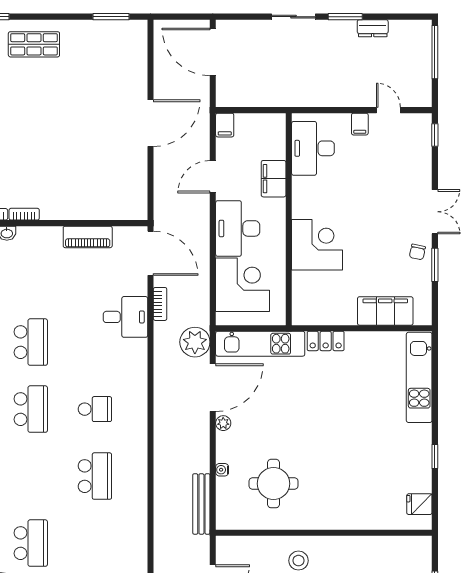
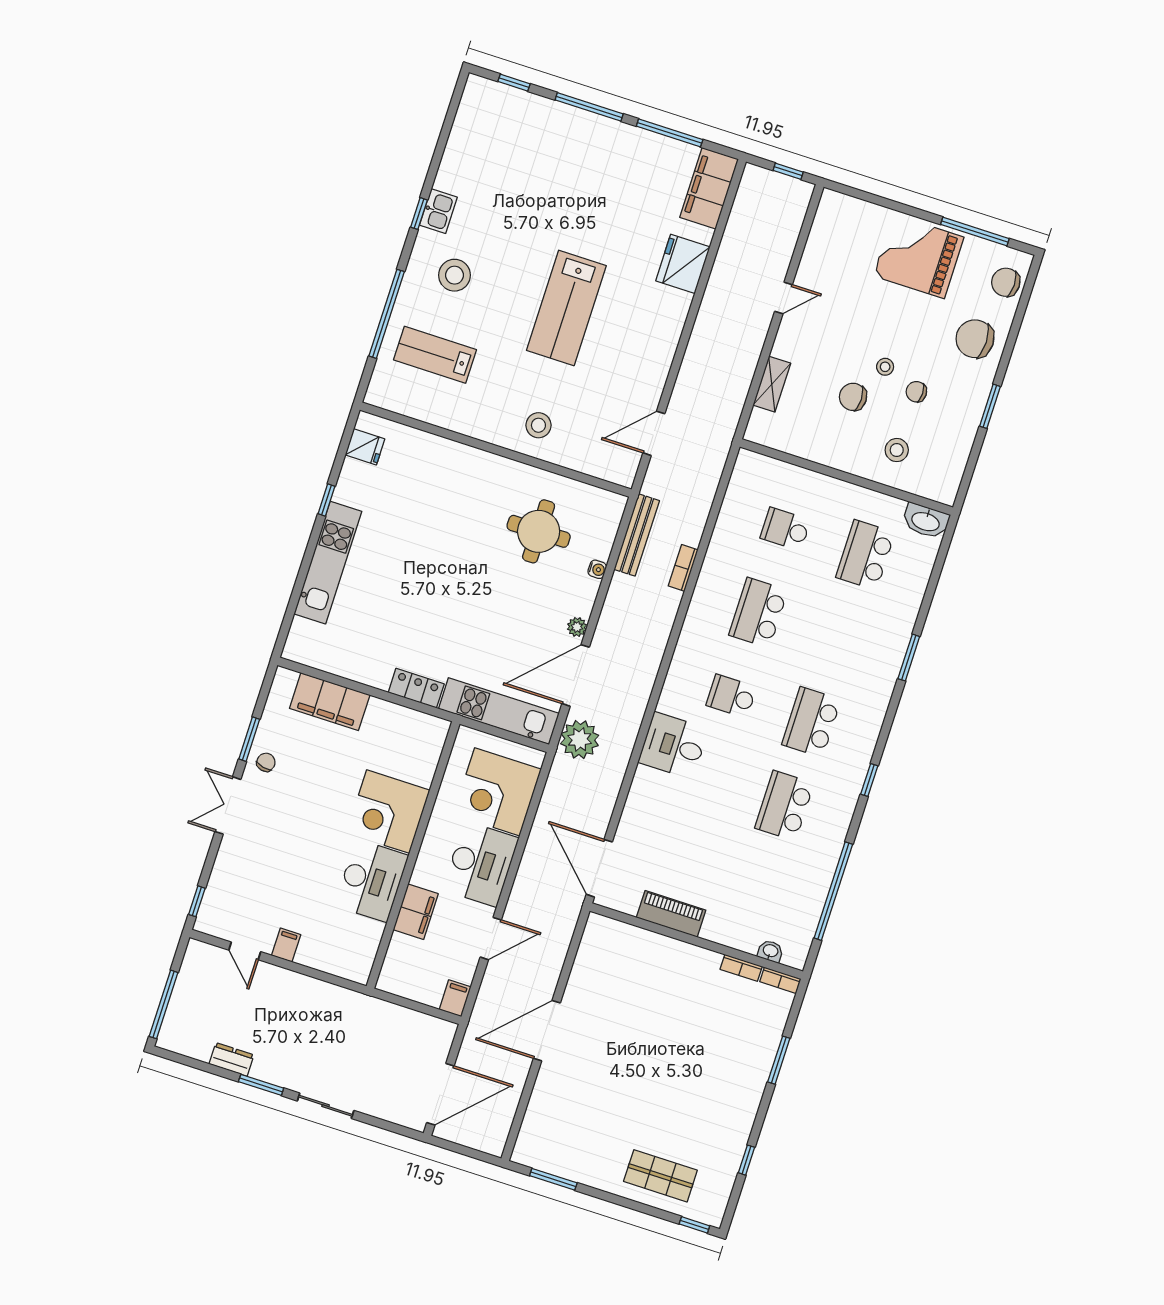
door: (213, 52) -> (440, 1094), hinge flipped
desk: (313, 148) -> (371, 881), moved
bookcase: (160, 304) -> (683, 568), moved
desk: (125, 317) -> (673, 746), moved
kitchen unit: (419, 377) -> (328, 563), moved
school desk: (95, 543) -> (785, 529), added

